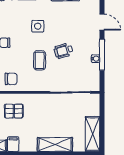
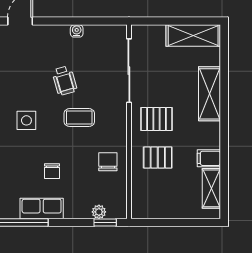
window: (102, 55) -> (71, 21), removed
pallet: (39, 110) -> (157, 119), added
pallet: (14, 111) -> (158, 157), turned 90

